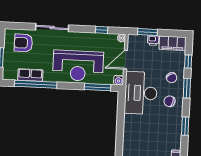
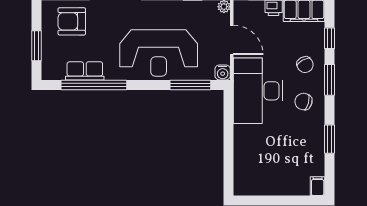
door: (125, 60) -> (232, 40), swing flipped

